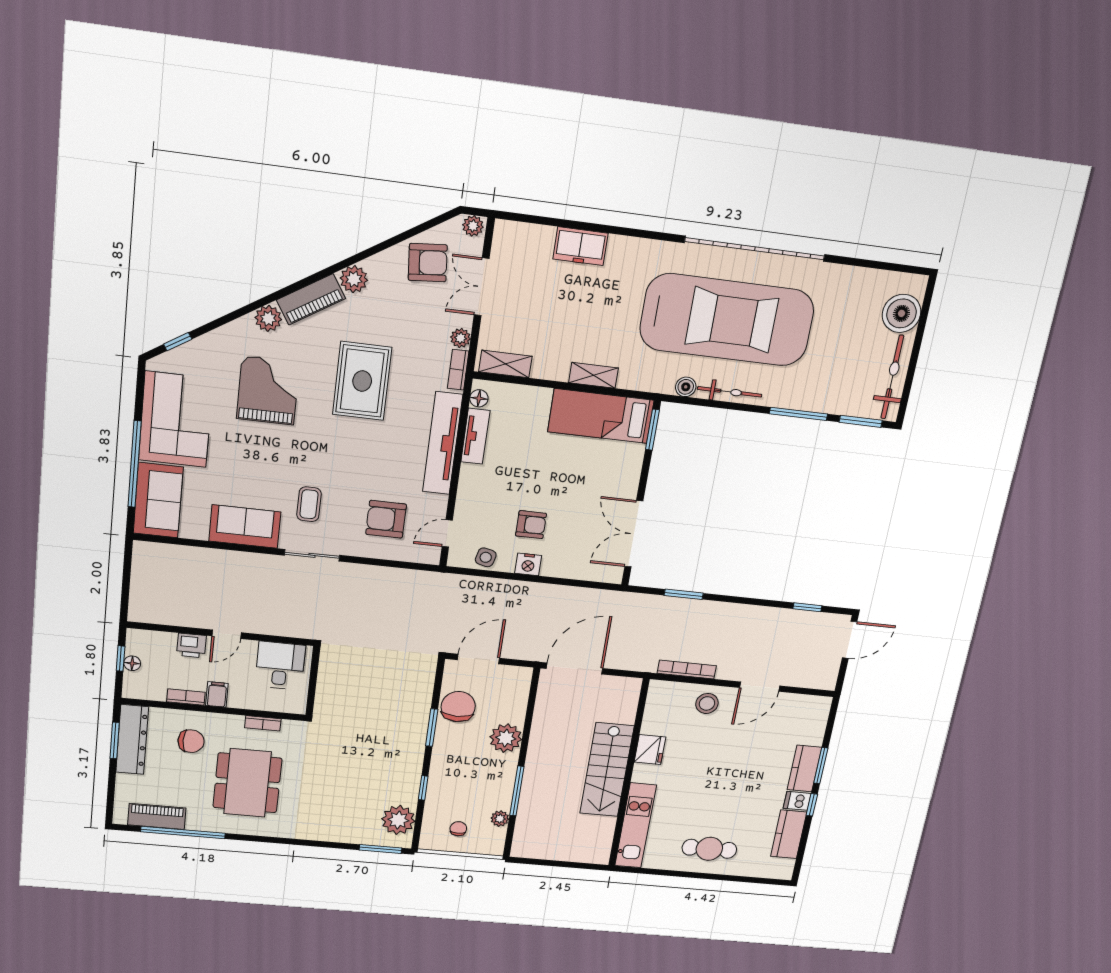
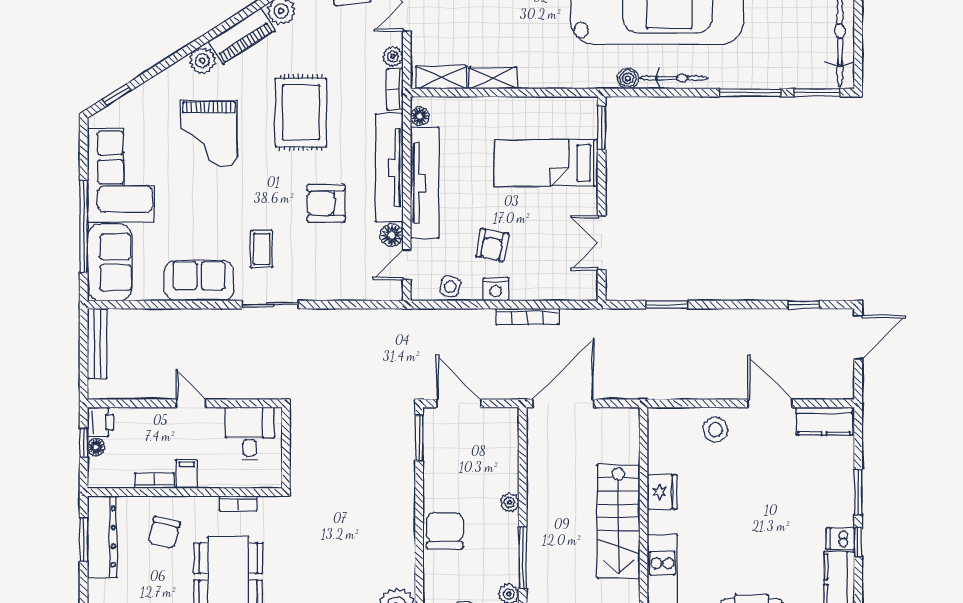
shelving: (594, 375) -> (493, 78), moved
grand piano: (268, 390) -> (209, 134), turned 180
bed: (601, 416) -> (546, 163), moved
tv unit: (475, 436) -> (425, 183), width x1.92, depth x1.29
floor lamp: (436, 505) -> (392, 235), added
armchair: (386, 519) -> (326, 203), moved
armchair: (531, 525) -> (492, 245), turned 101
double door: (634, 534) -> (602, 243), width x0.73
bench: (140, 573) -> (97, 344), added
door: (227, 634) -> (191, 403), swing flipped
printer: (191, 645) -> (100, 422), moved, turned -90
door: (478, 659) -> (459, 403), hinge flipped
bookcase: (687, 670) -> (527, 316), moved, turned 180
door: (760, 687) -> (770, 403), swing flipped
chair: (458, 707) -> (445, 531), moved
window: (432, 728) -> (419, 438), moved
plant: (506, 738) -> (509, 502), width x0.53, depth x0.53
chair: (191, 741) -> (164, 532), turned 104
kitchen counter: (804, 768) -> (824, 421), moved, turned -90
window: (423, 788) -> (419, 564), removed

